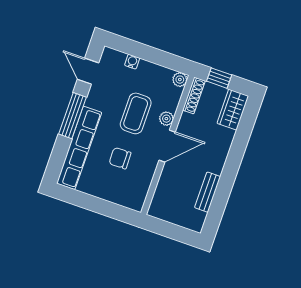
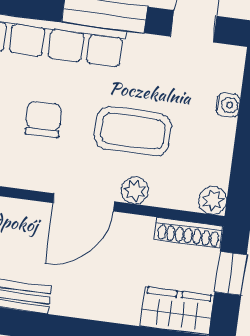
door: (167, 146) -> (84, 202), hinge flipped

